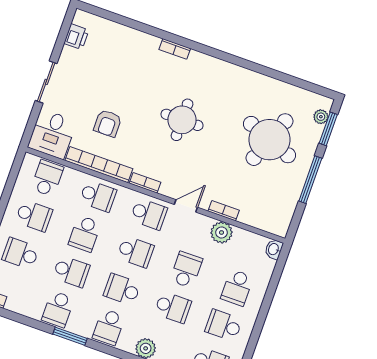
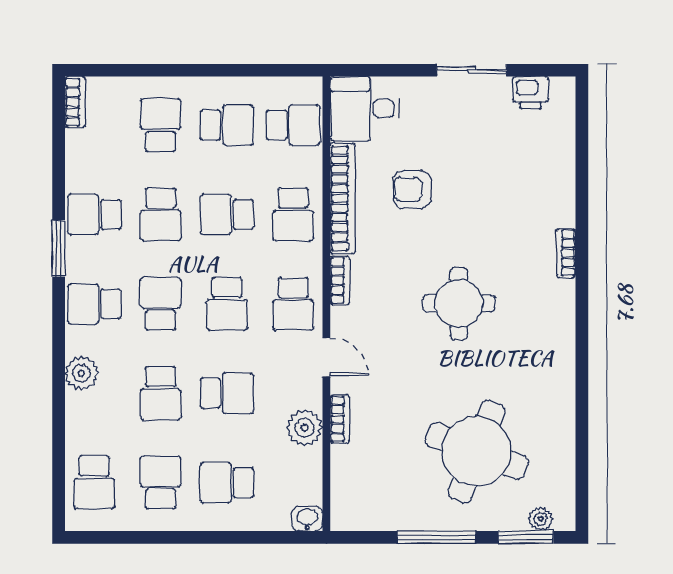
sliding door: (46, 82) -> (472, 70), moved
school desk: (34, 216) -> (227, 125), turned -90

